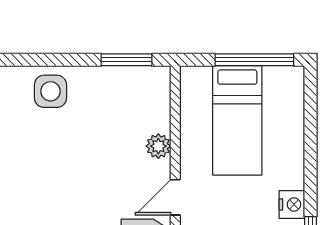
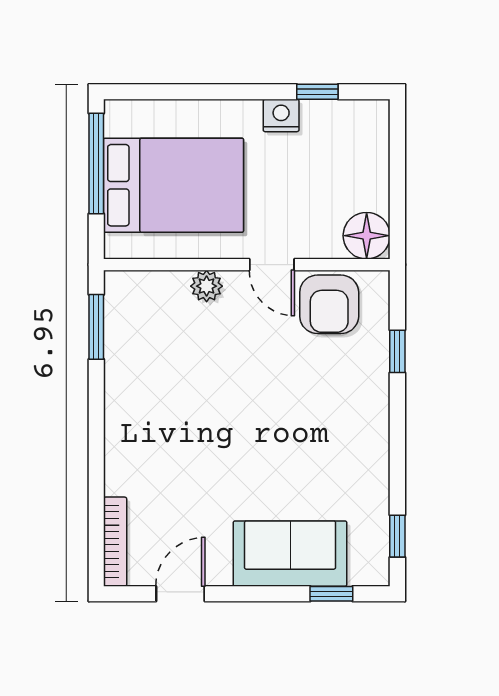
side table: (50, 91) -> (136, 424), removed
bed: (237, 120) -> (174, 185), width x1.50

